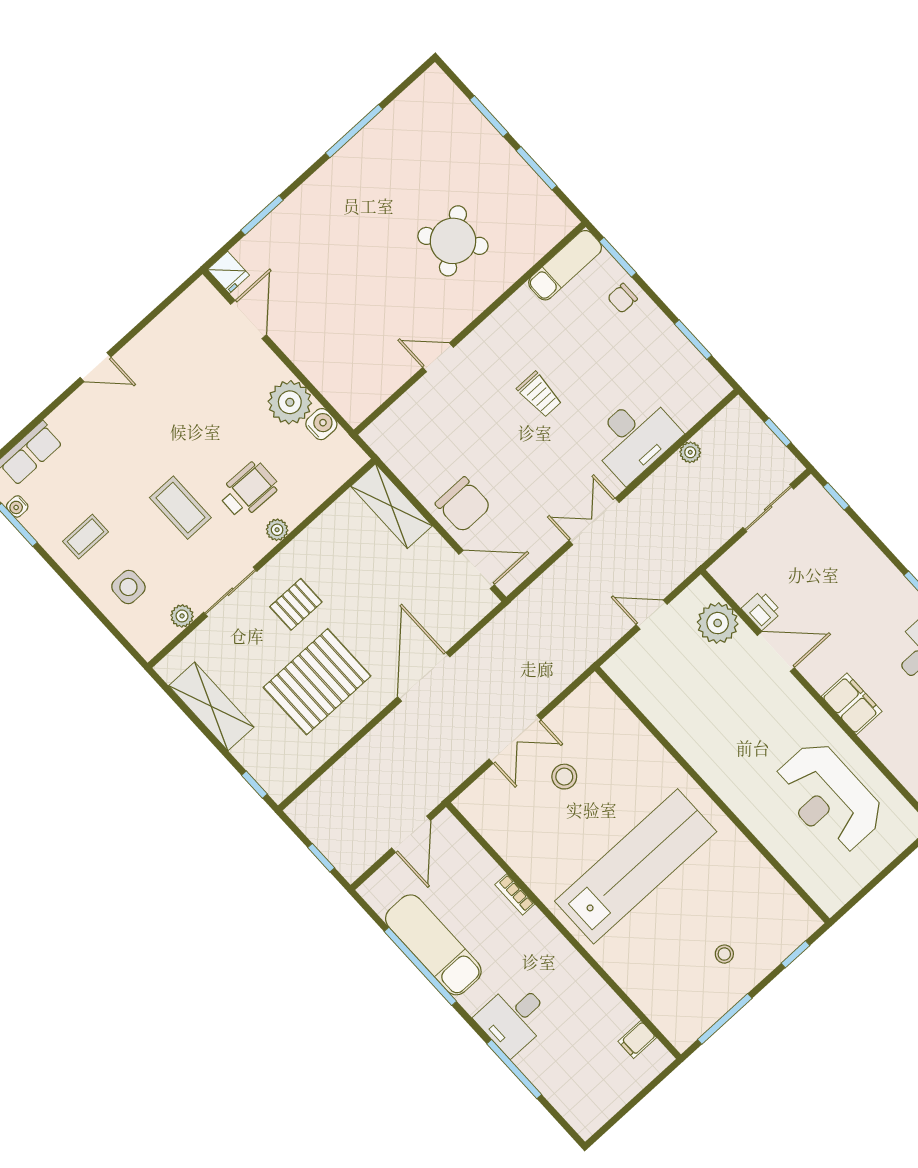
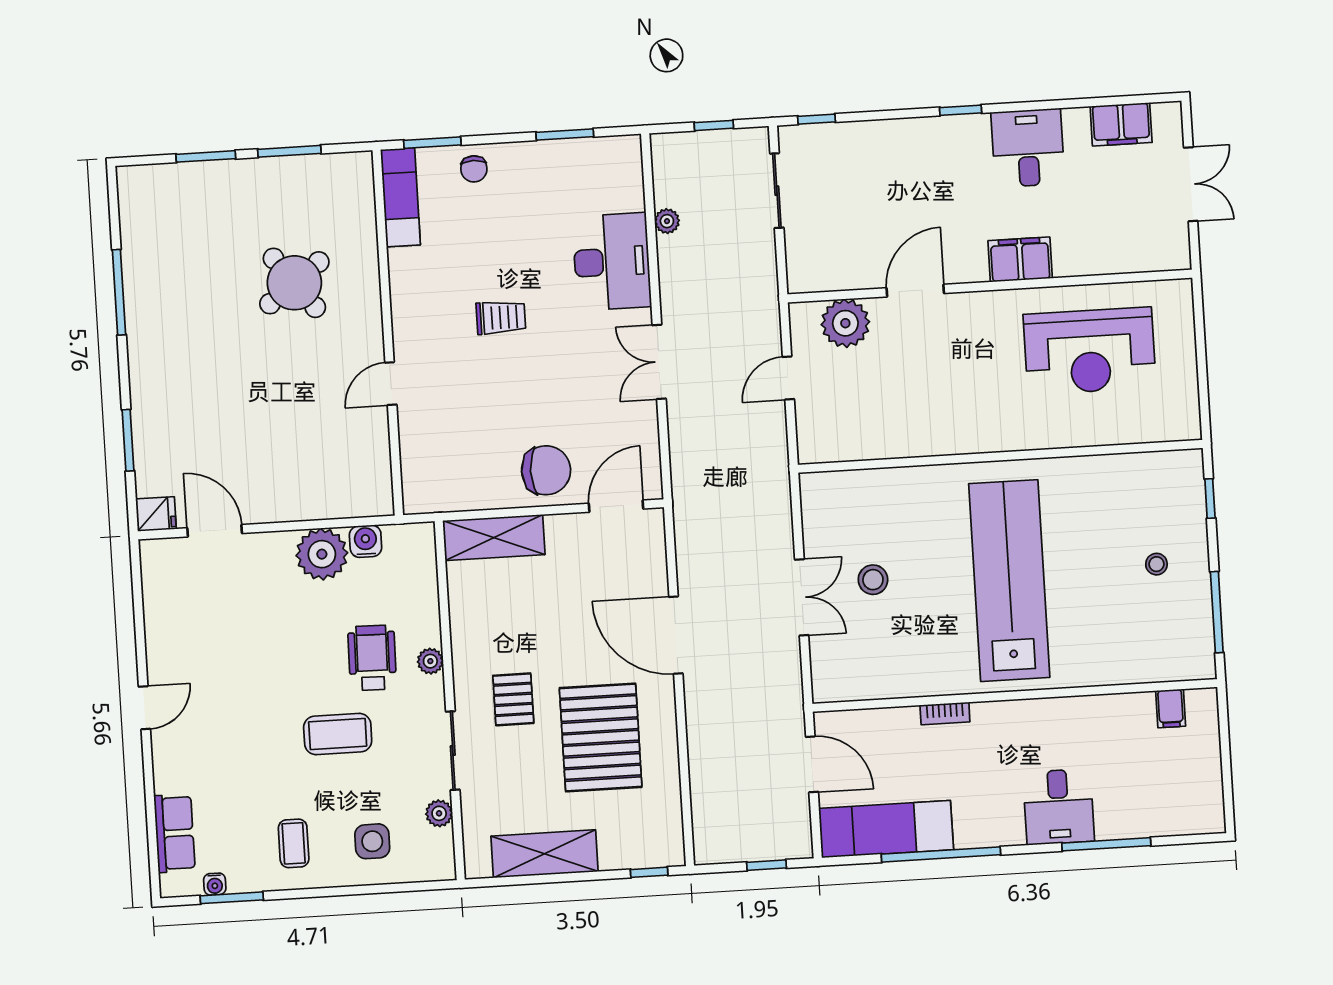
printer: (762, 610) -> (866, 273), removed
exam couch: (433, 945) -> (886, 829), moved

